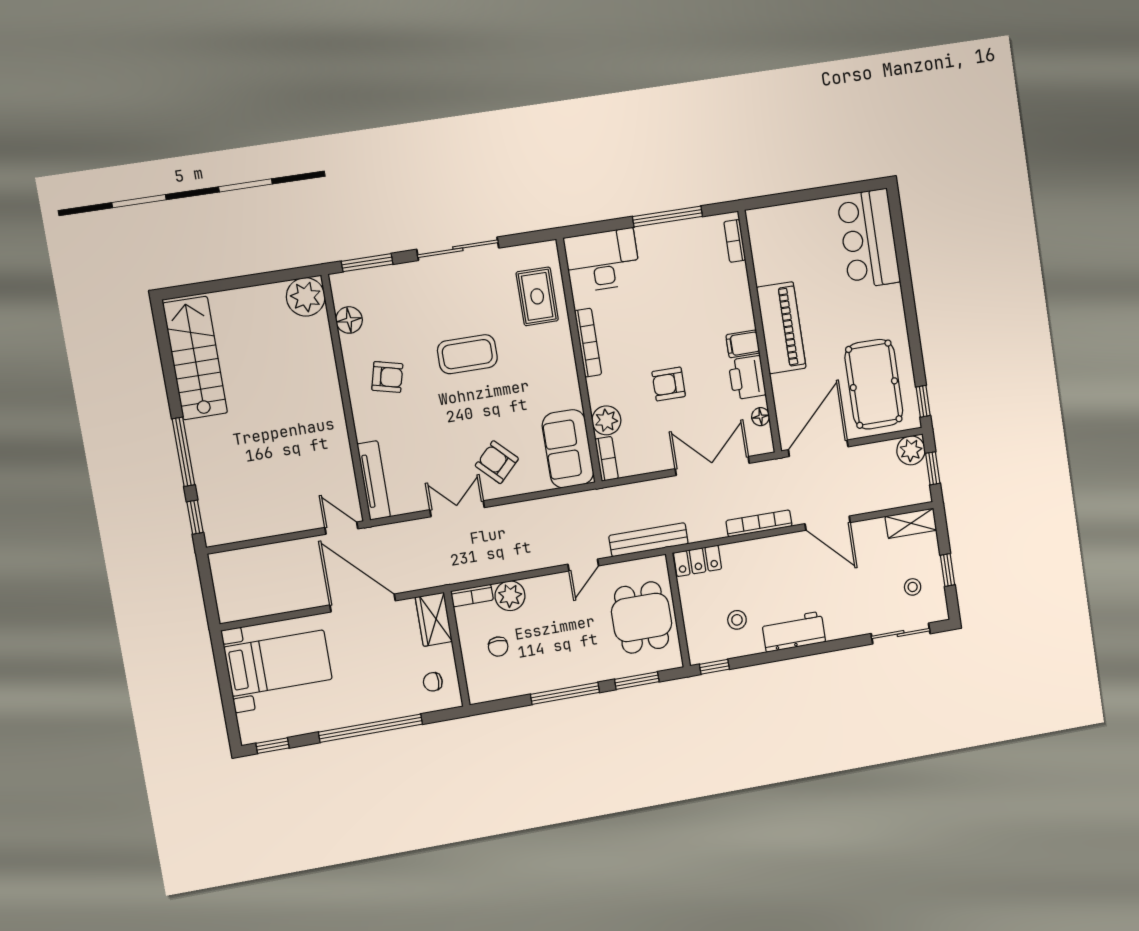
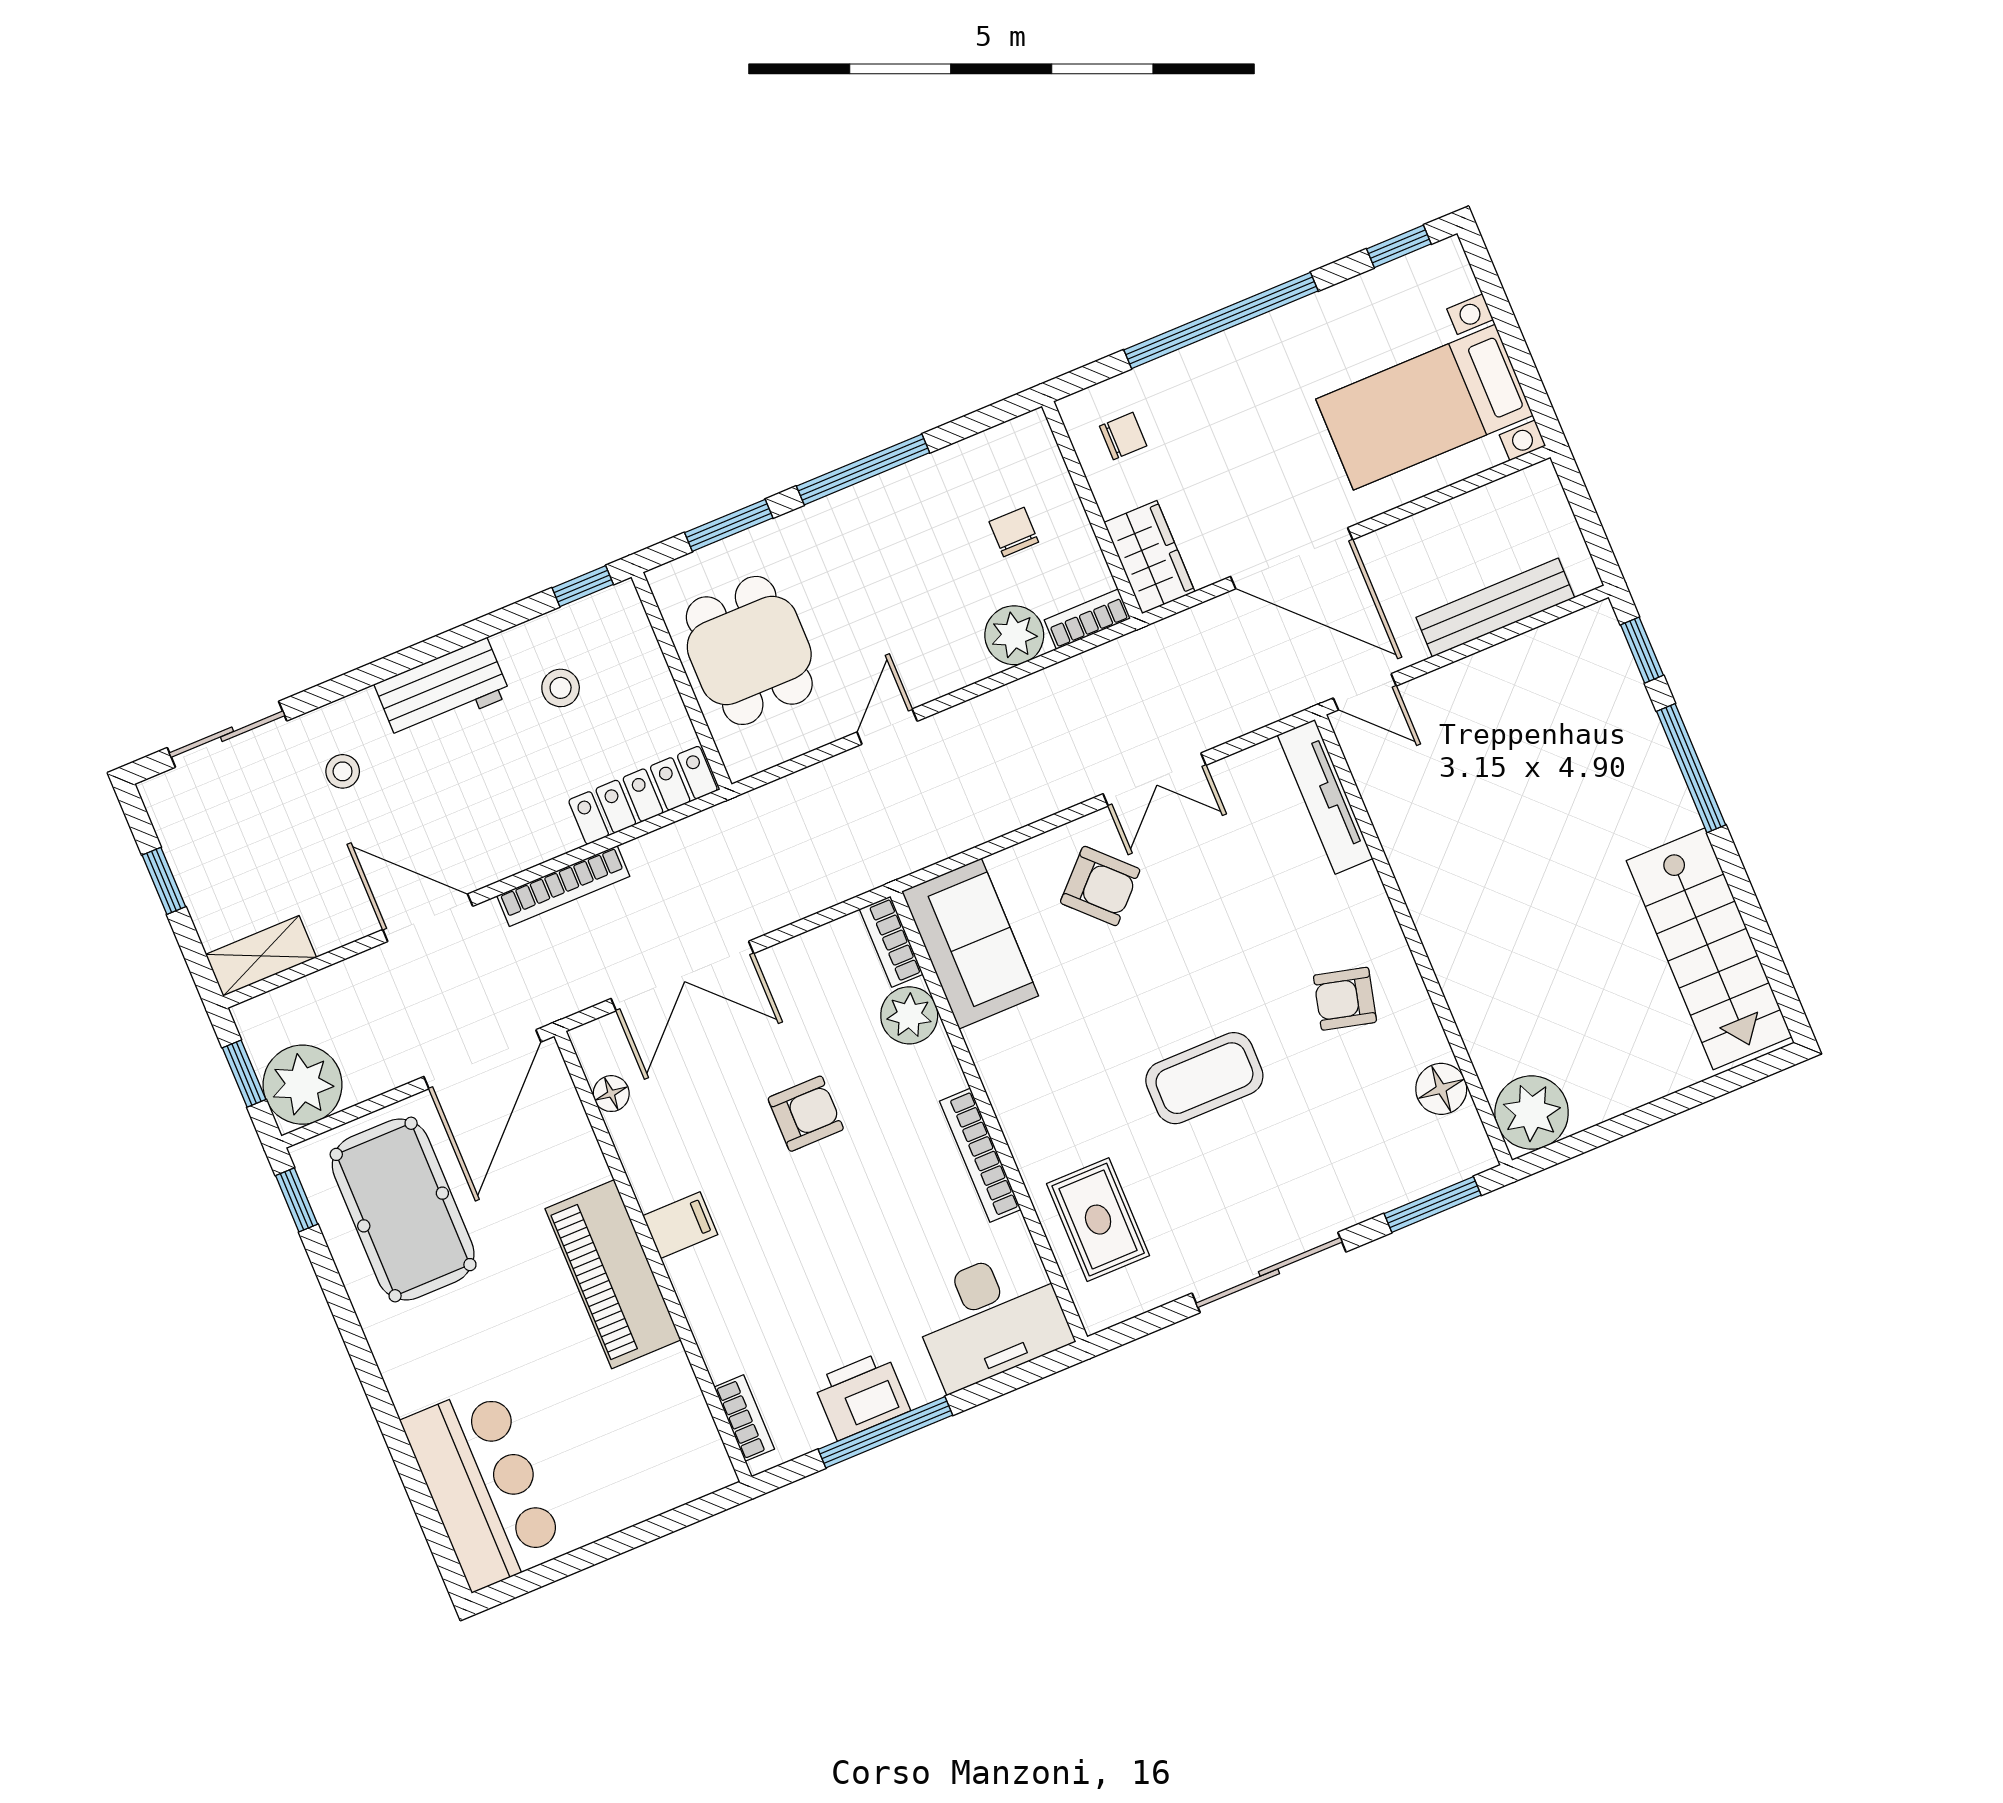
printer: (747, 378) -> (861, 1396), moved, turned -90
plant: (911, 450) -> (302, 1085), width x1.36, depth x1.36
bench: (649, 540) -> (1495, 608), moved
locker: (698, 561) -> (643, 795), width x1.53
stool: (913, 587) -> (343, 771), moved

